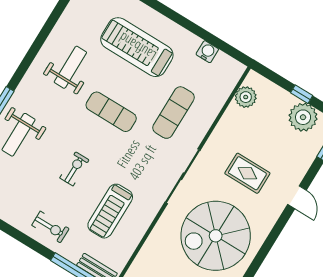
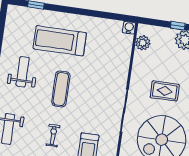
water cooler: (207, 52) -> (129, 28), moved
exercise mat: (111, 112) -> (61, 89), turned 90
exercise mat: (173, 113) -> (101, 72), removed

